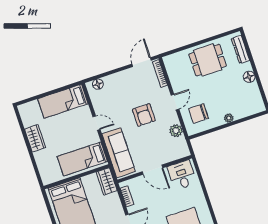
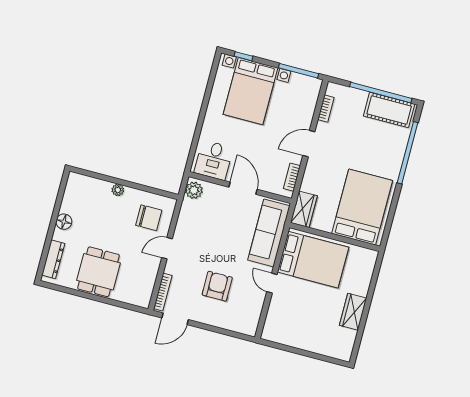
dining table: (208, 60) -> (98, 272), turned 90
floor lamp: (98, 84) -> (241, 326), removed
bed: (63, 101) -> (294, 333), removed
armchair: (144, 115) -> (217, 286), moved
plant: (176, 131) -> (194, 190), moved
bed: (82, 159) -> (313, 260), width x1.50

